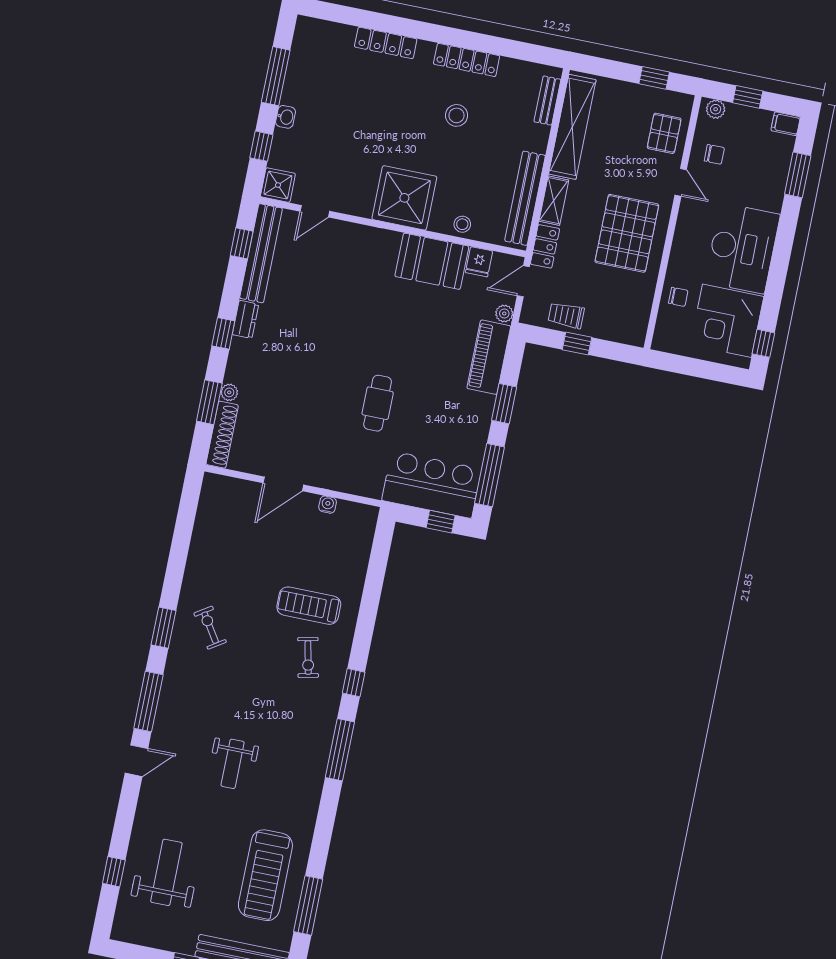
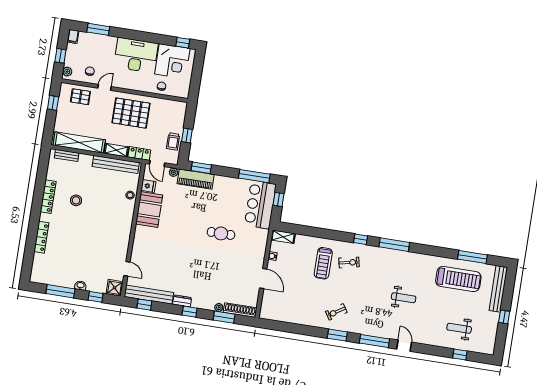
shower: (404, 198) -> (118, 225), removed
window: (504, 404) -> (201, 168), moved
shelving: (365, 528) -> (283, 237), added
weight bench: (166, 872) -> (459, 328), width x0.73, depth x0.75

